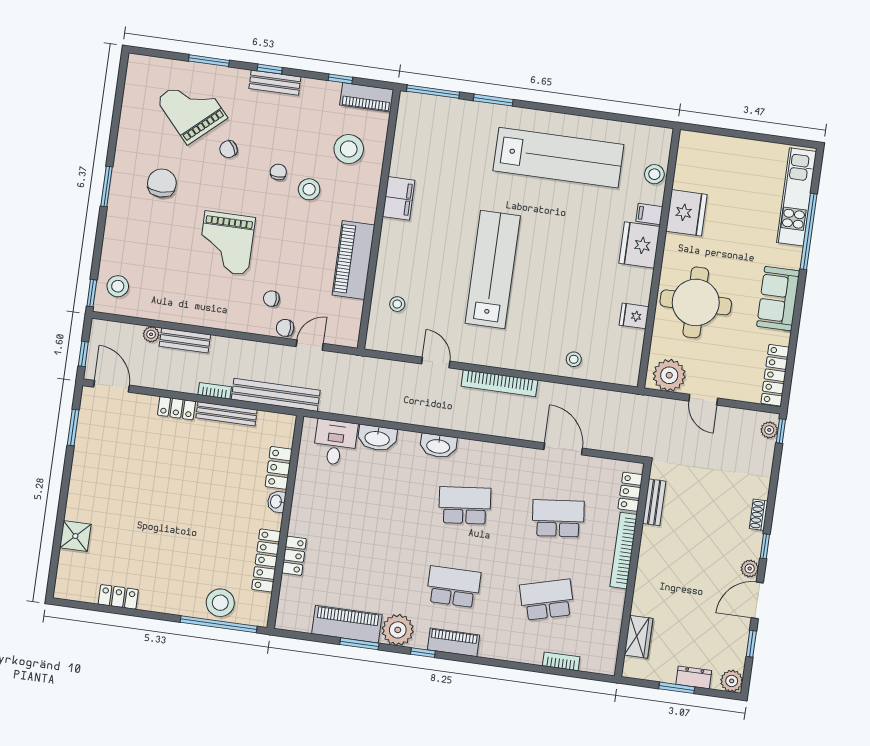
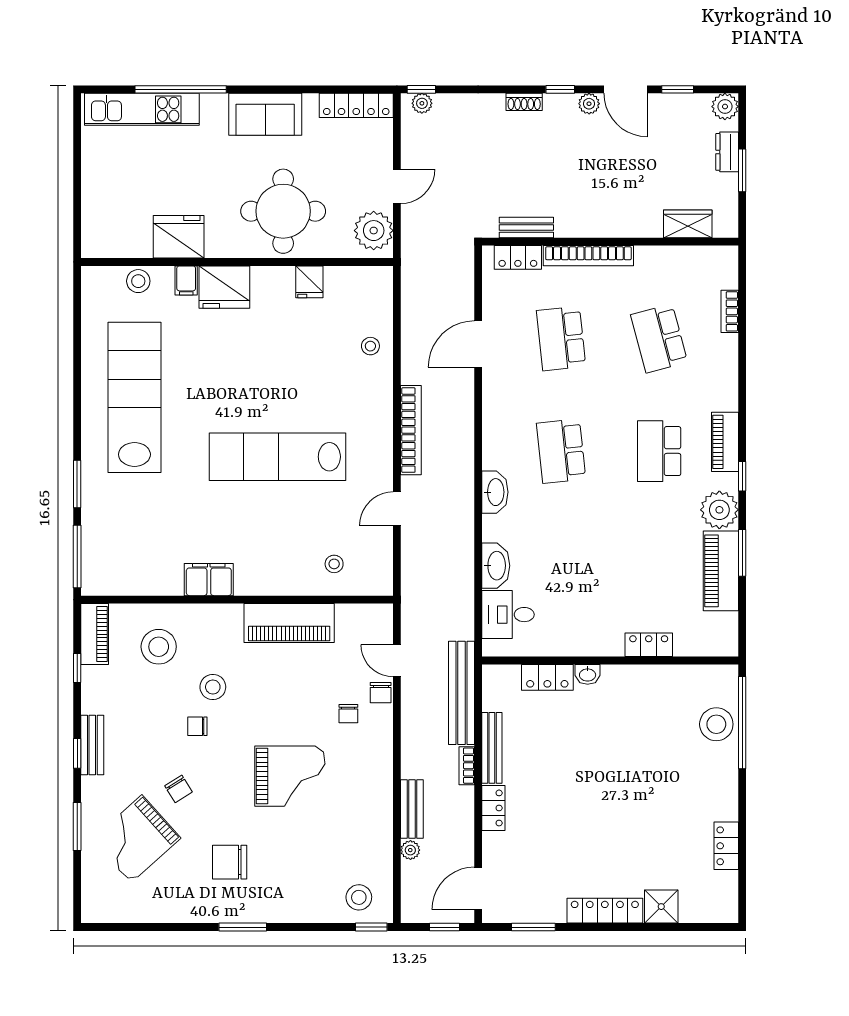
locker: (266, 560) -> (605, 911), moved, turned 180

